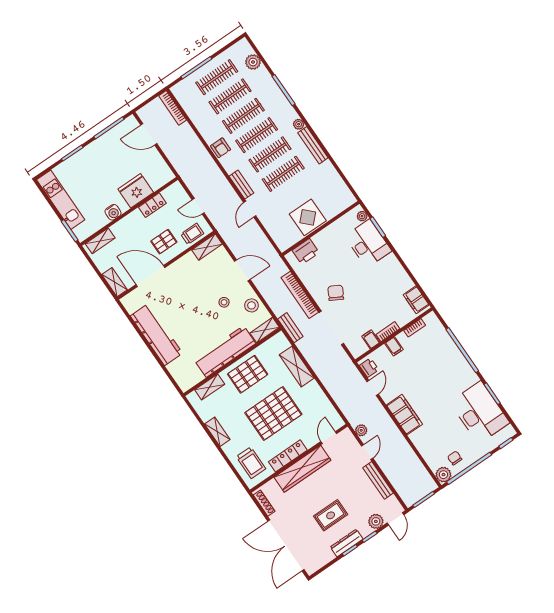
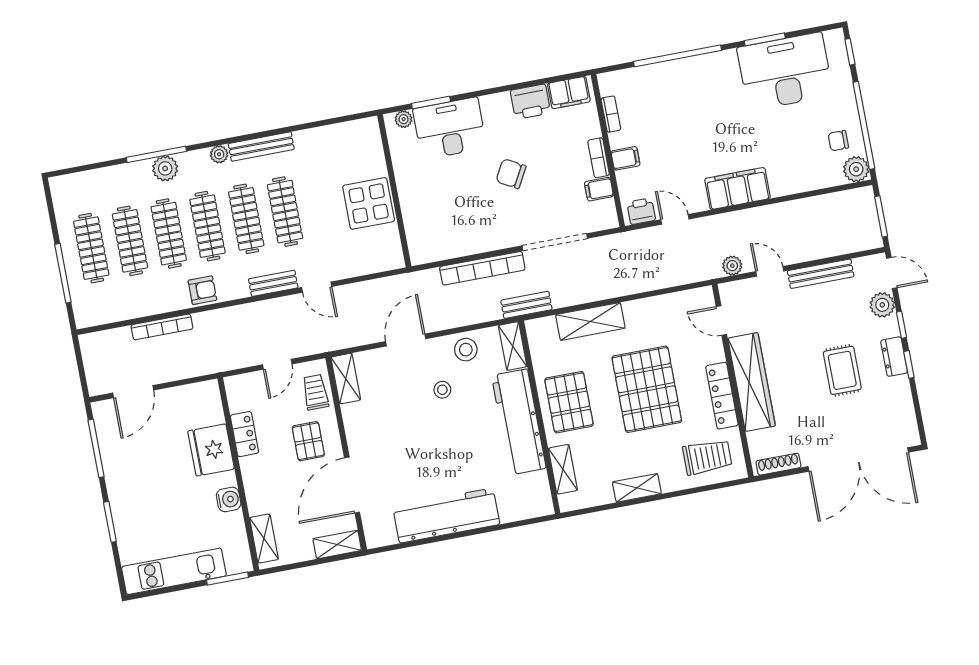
plant: (253, 62) -> (165, 168), moved
bookcase: (173, 108) -> (162, 327), moved
printer: (306, 251) -> (530, 102), moved, turned 90
chair: (336, 293) -> (511, 174), moved
dresser: (347, 543) -> (894, 357), width x0.70

